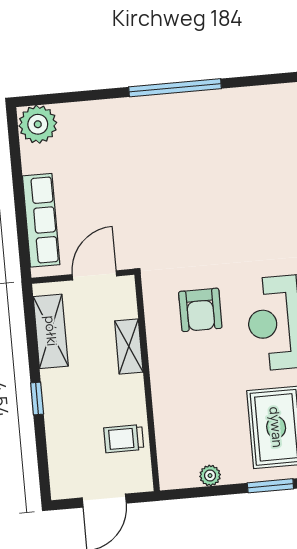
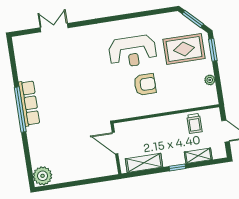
row of seats: (41, 220) -> (29, 103), moved, turned 90
armchair: (200, 310) -> (145, 84), moved
shelving: (129, 347) -> (198, 156), moved

